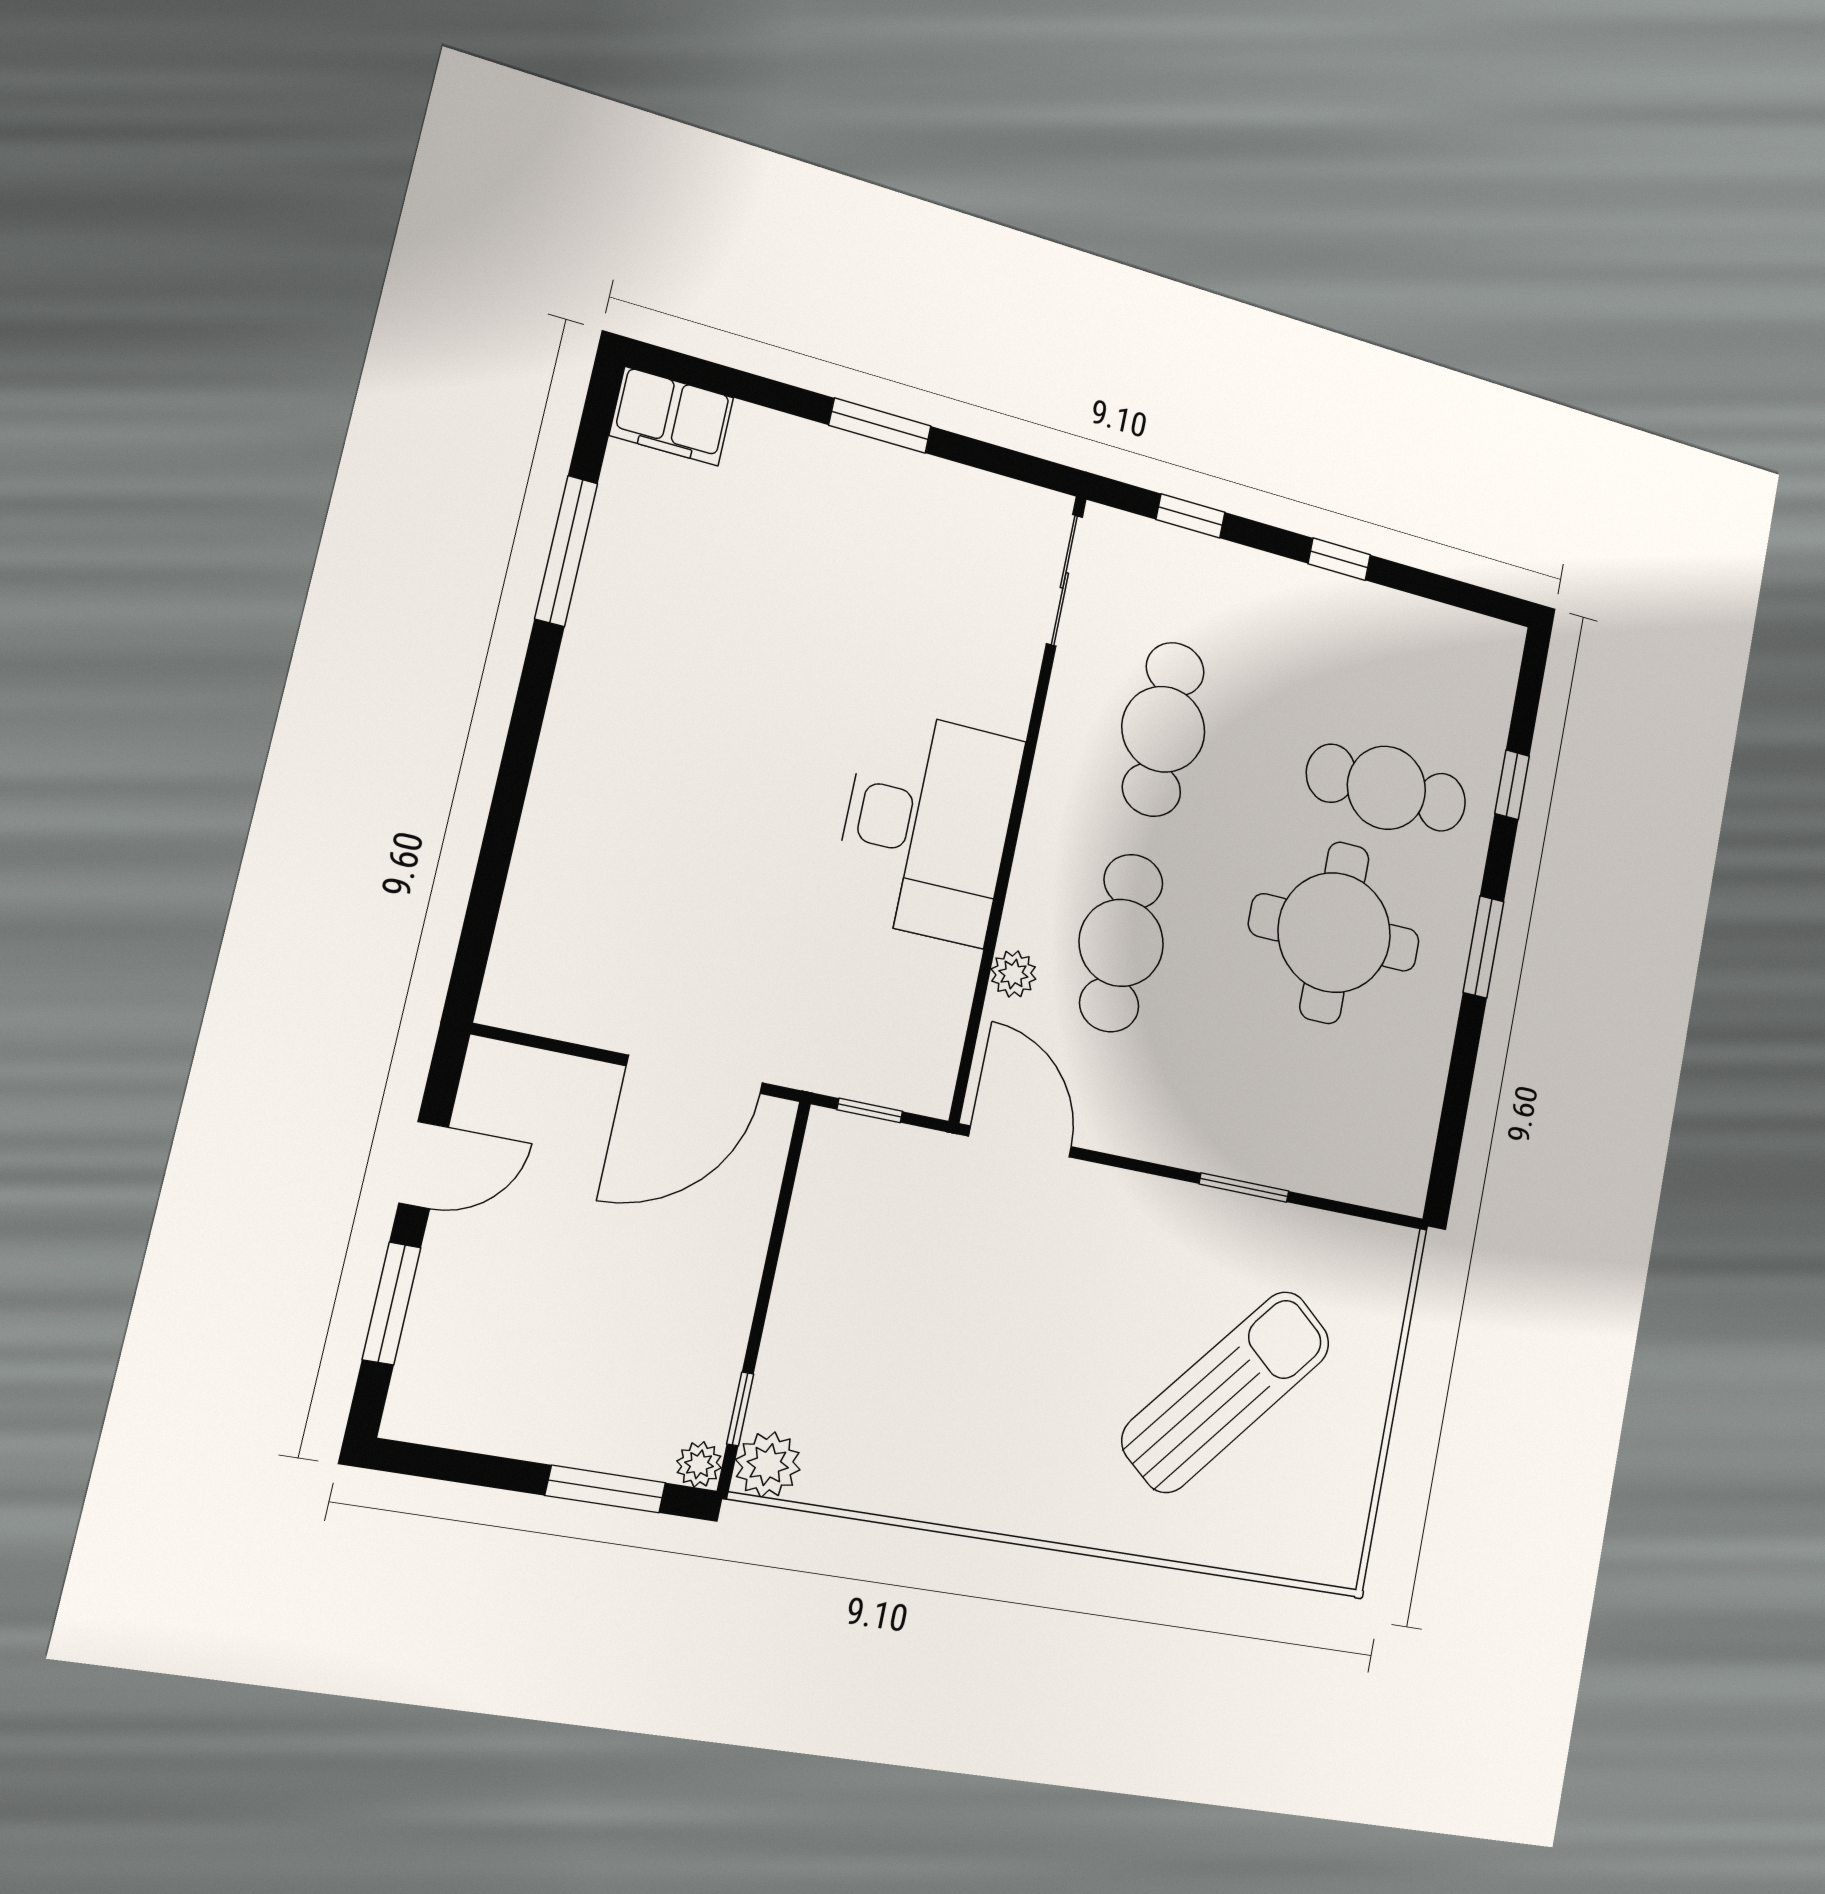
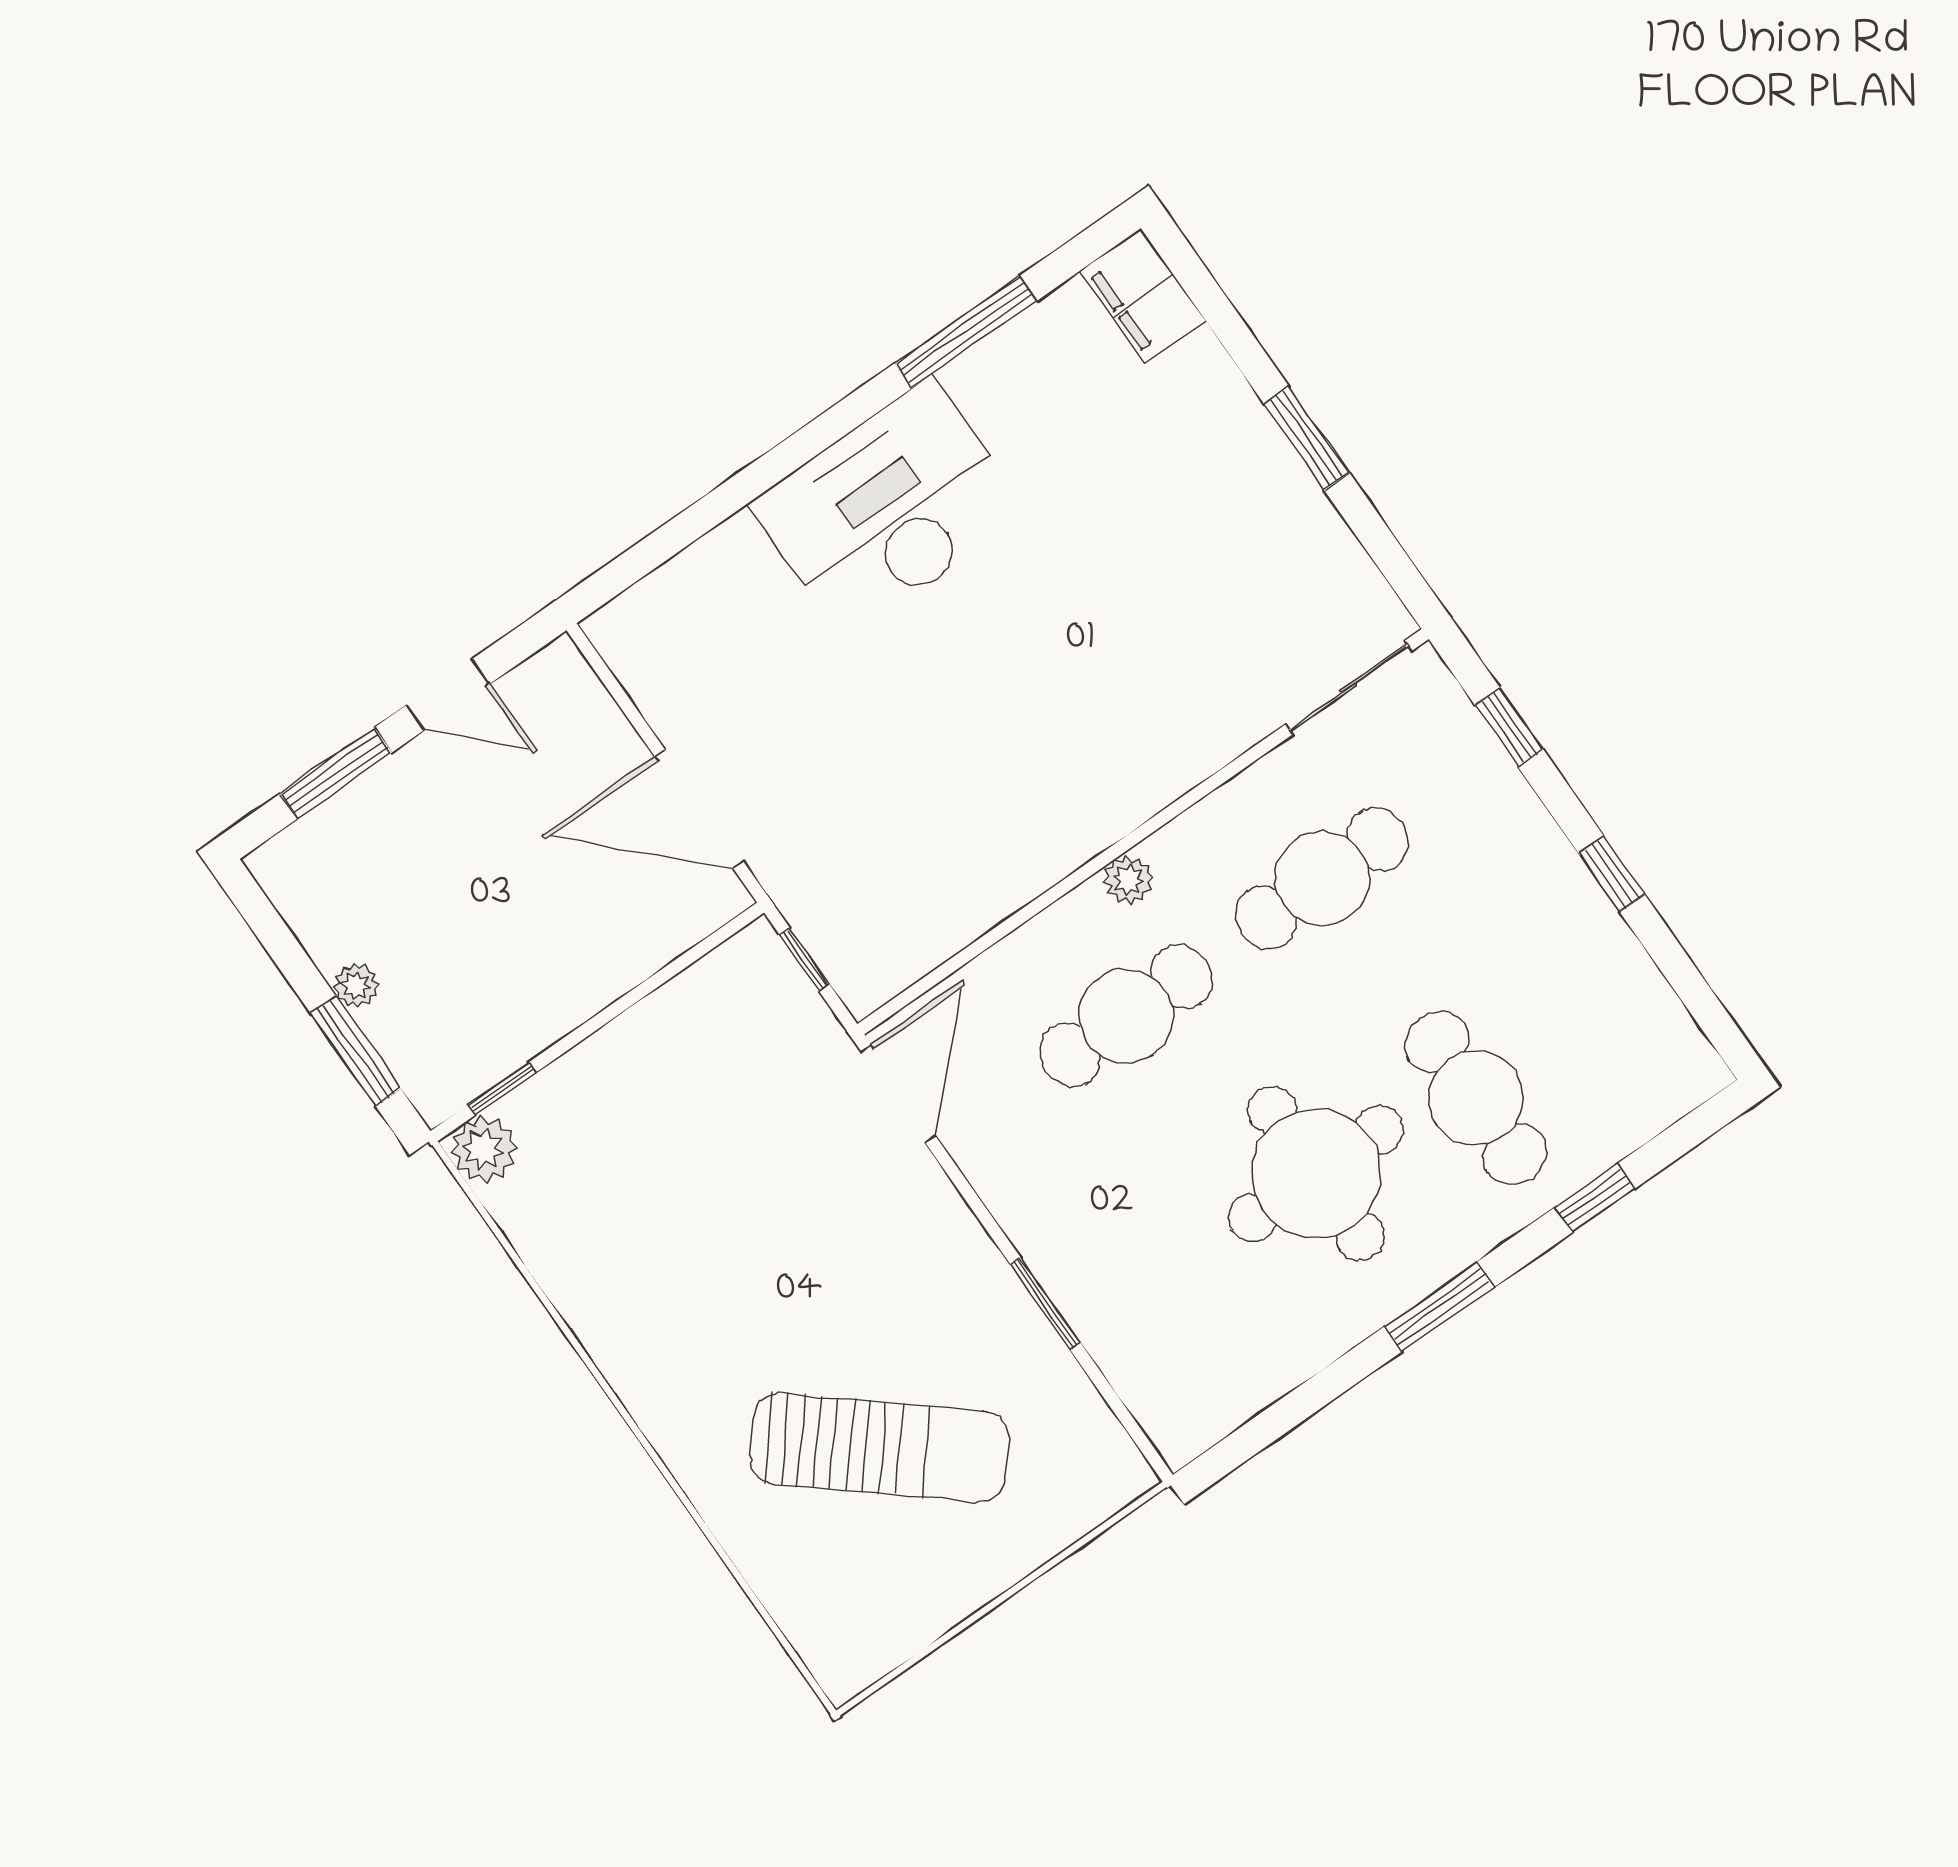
desk: (928, 826) -> (888, 509), moved, turned 180
plant: (1013, 974) -> (1129, 880), moved
plant: (699, 1464) -> (356, 986), moved

